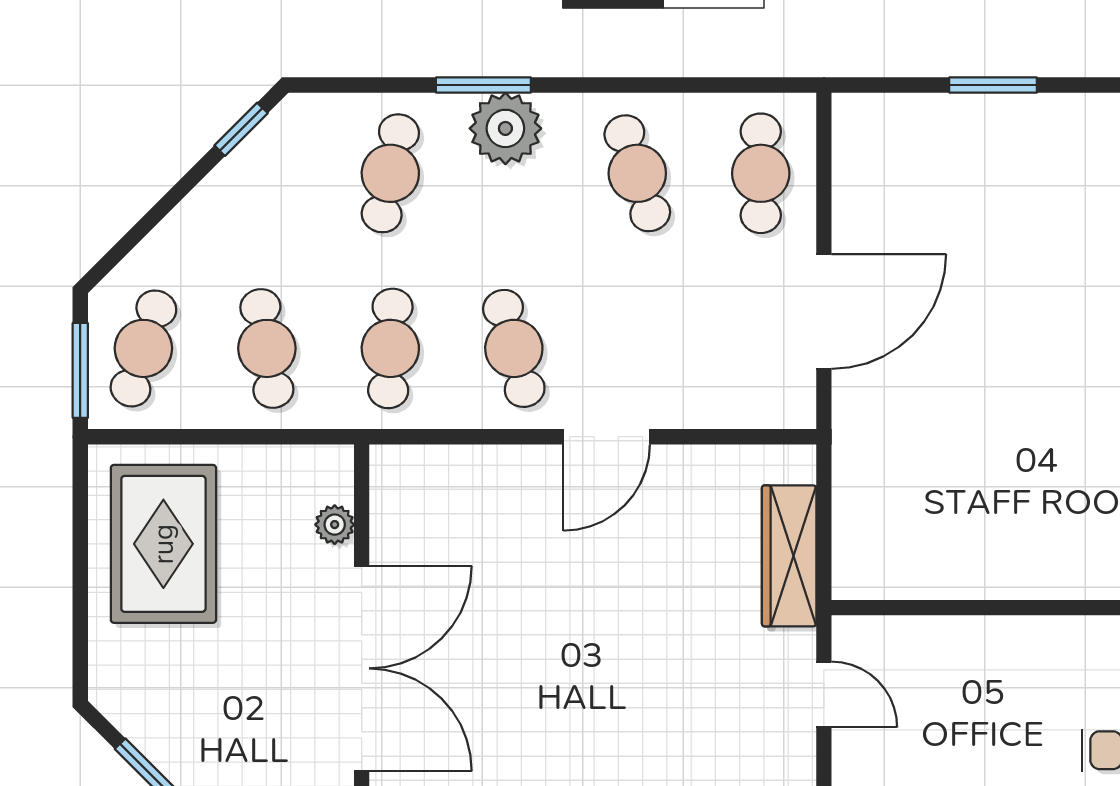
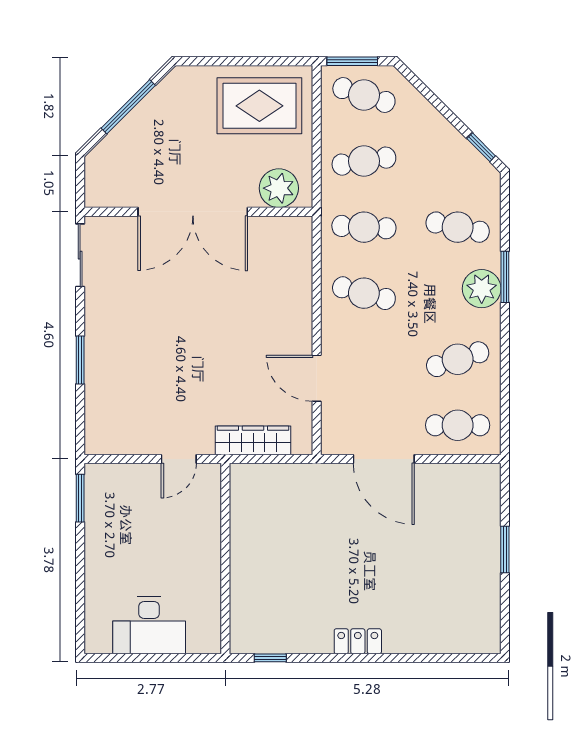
cafe table: (514, 348) -> (364, 293), turned 30
door: (607, 437) -> (317, 378), moved
plant: (335, 525) -> (279, 188), width x1.88, depth x1.88

